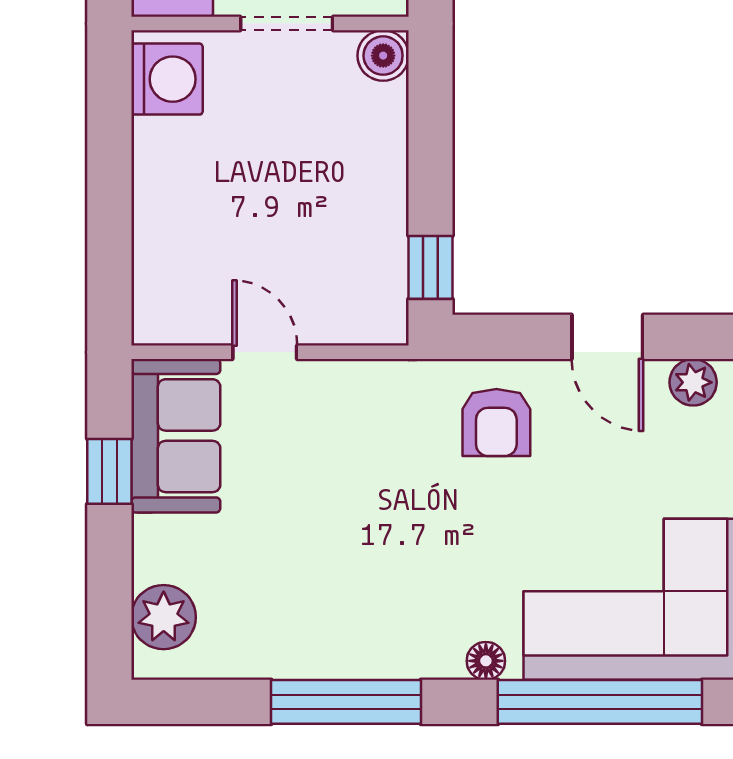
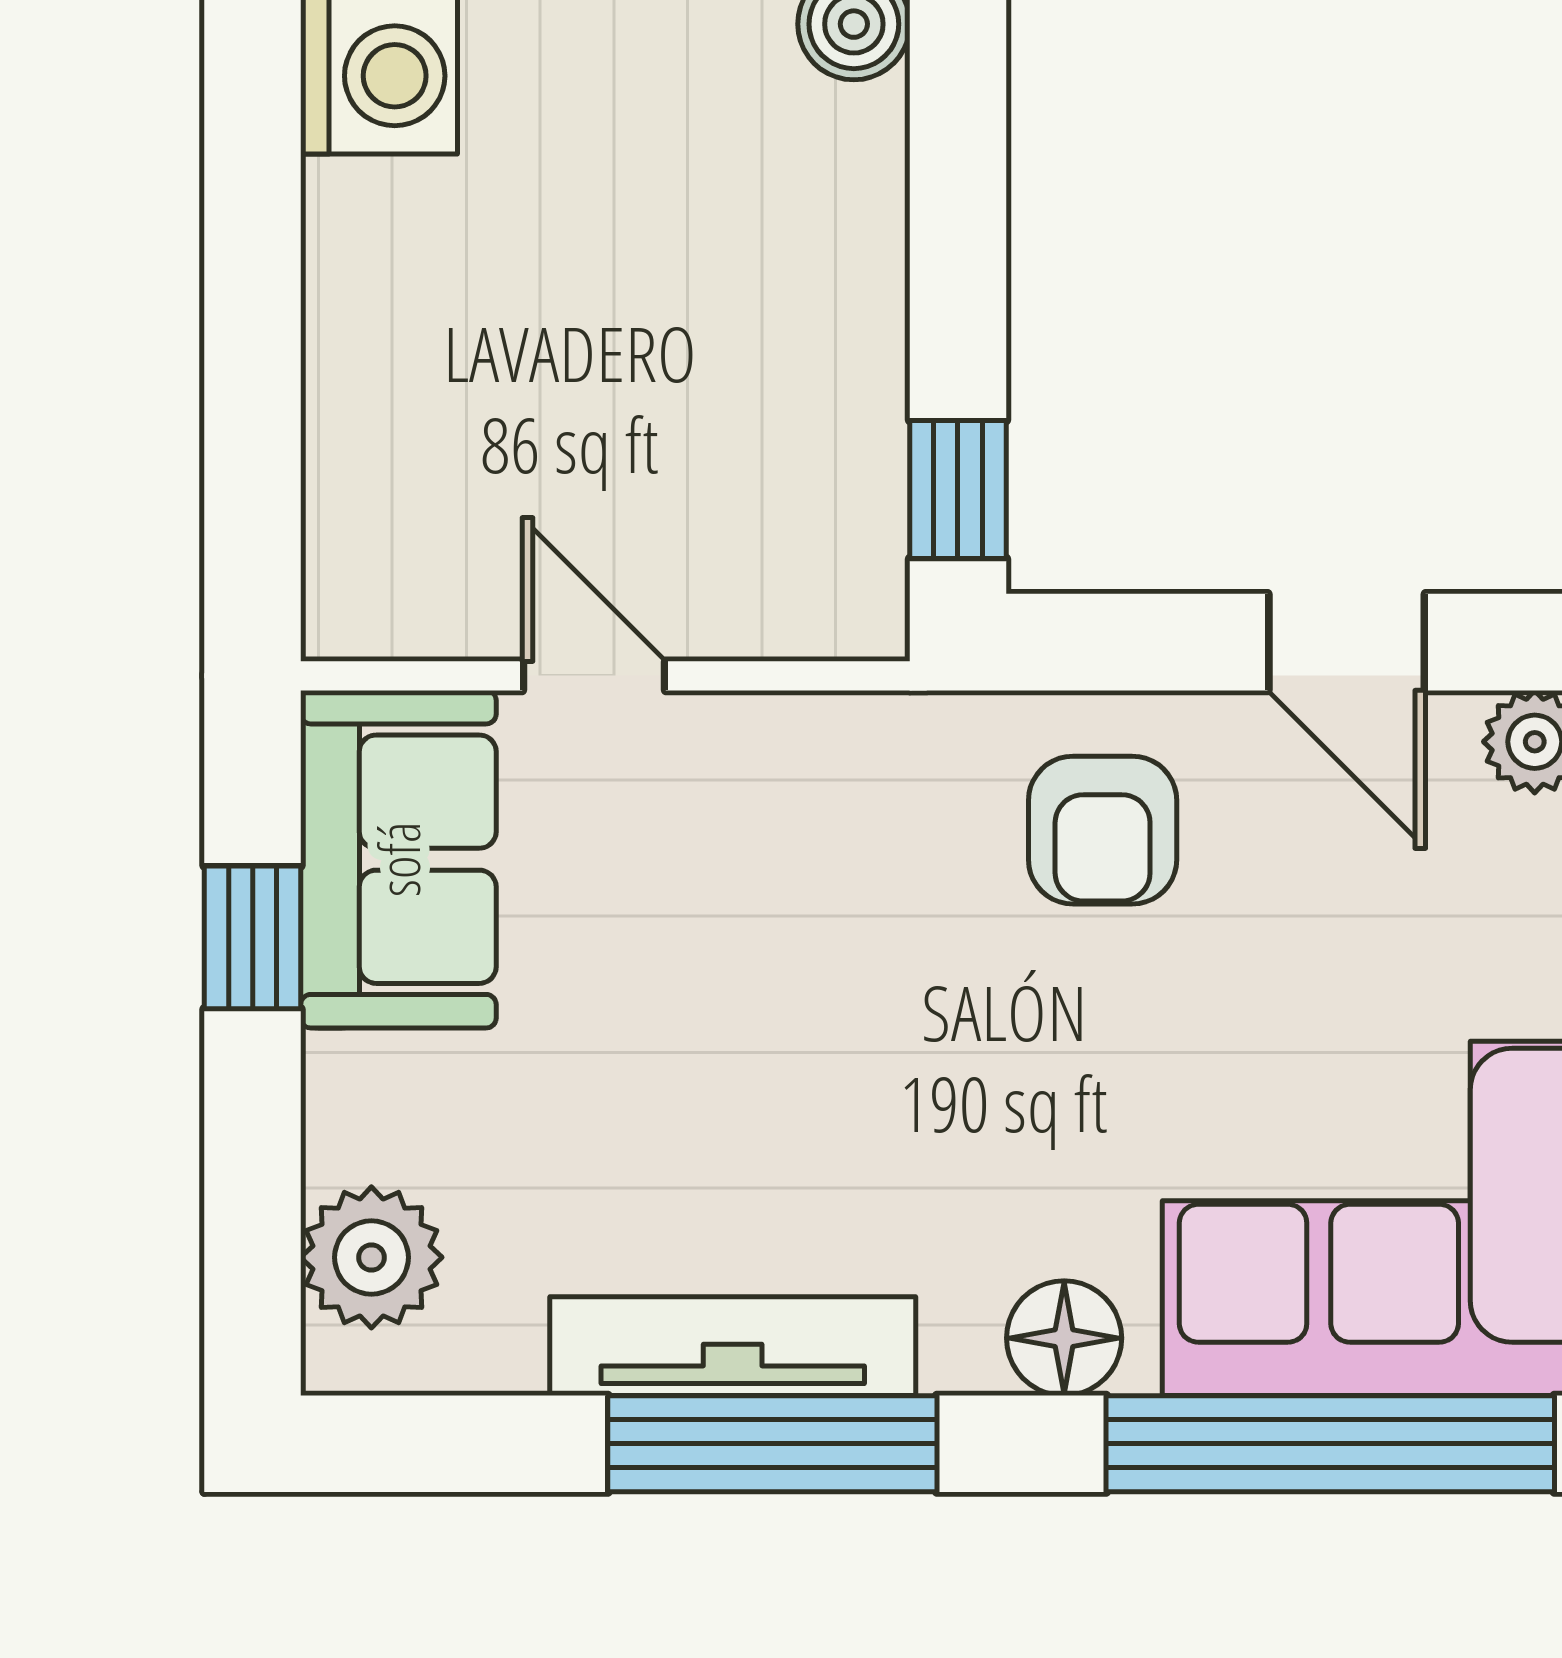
tv unit: (328, 657) -> (733, 1346), added
floor lamp: (486, 661) -> (1064, 1338), width x1.37, depth x1.37

